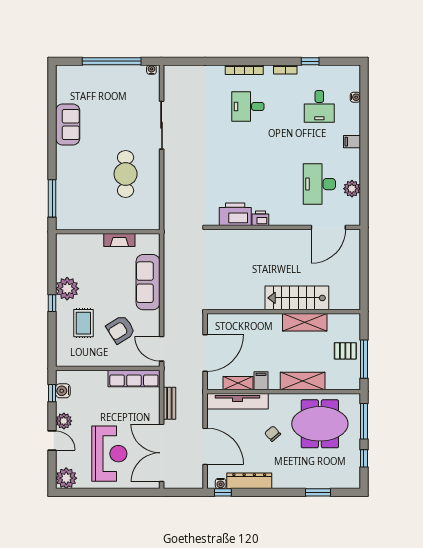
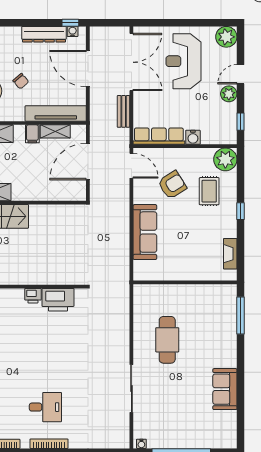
fireplace: (119, 240) -> (230, 254), moved, turned -90
plant: (67, 289) -> (225, 159), moved
water cooler: (63, 391) -> (193, 137), moved, turned 90
door: (52, 441) -> (240, 74), hinge flipped

